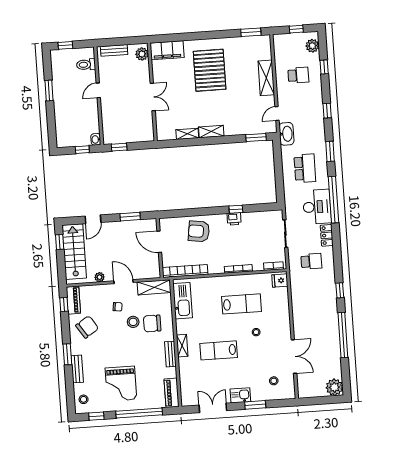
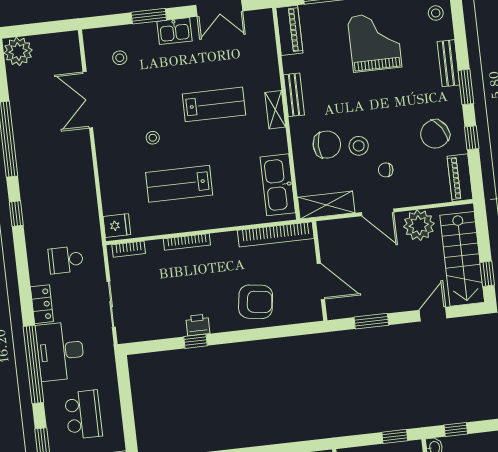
school desk: (305, 168) -> (83, 415), turned 180
plant: (100, 277) -> (419, 225), width x1.88, depth x1.88
window: (64, 305) -> (472, 138), moved

